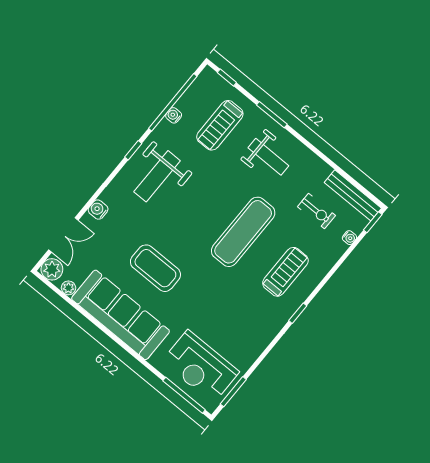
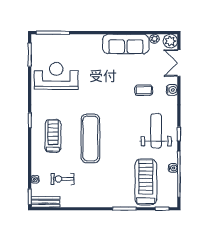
treadmill: (220, 125) -> (146, 182), width x1.37, depth x1.38
weight bench: (268, 157) -> (109, 186), removed
bench: (353, 195) -> (46, 202), width x0.73
coffee table: (155, 268) -> (144, 90), moved, width x0.54, depth x0.58
treadmill: (285, 272) -> (53, 136), turned 180
sofa: (121, 315) -> (126, 44), width x0.74, depth x0.79
reception desk: (200, 367) -> (56, 76), moved

